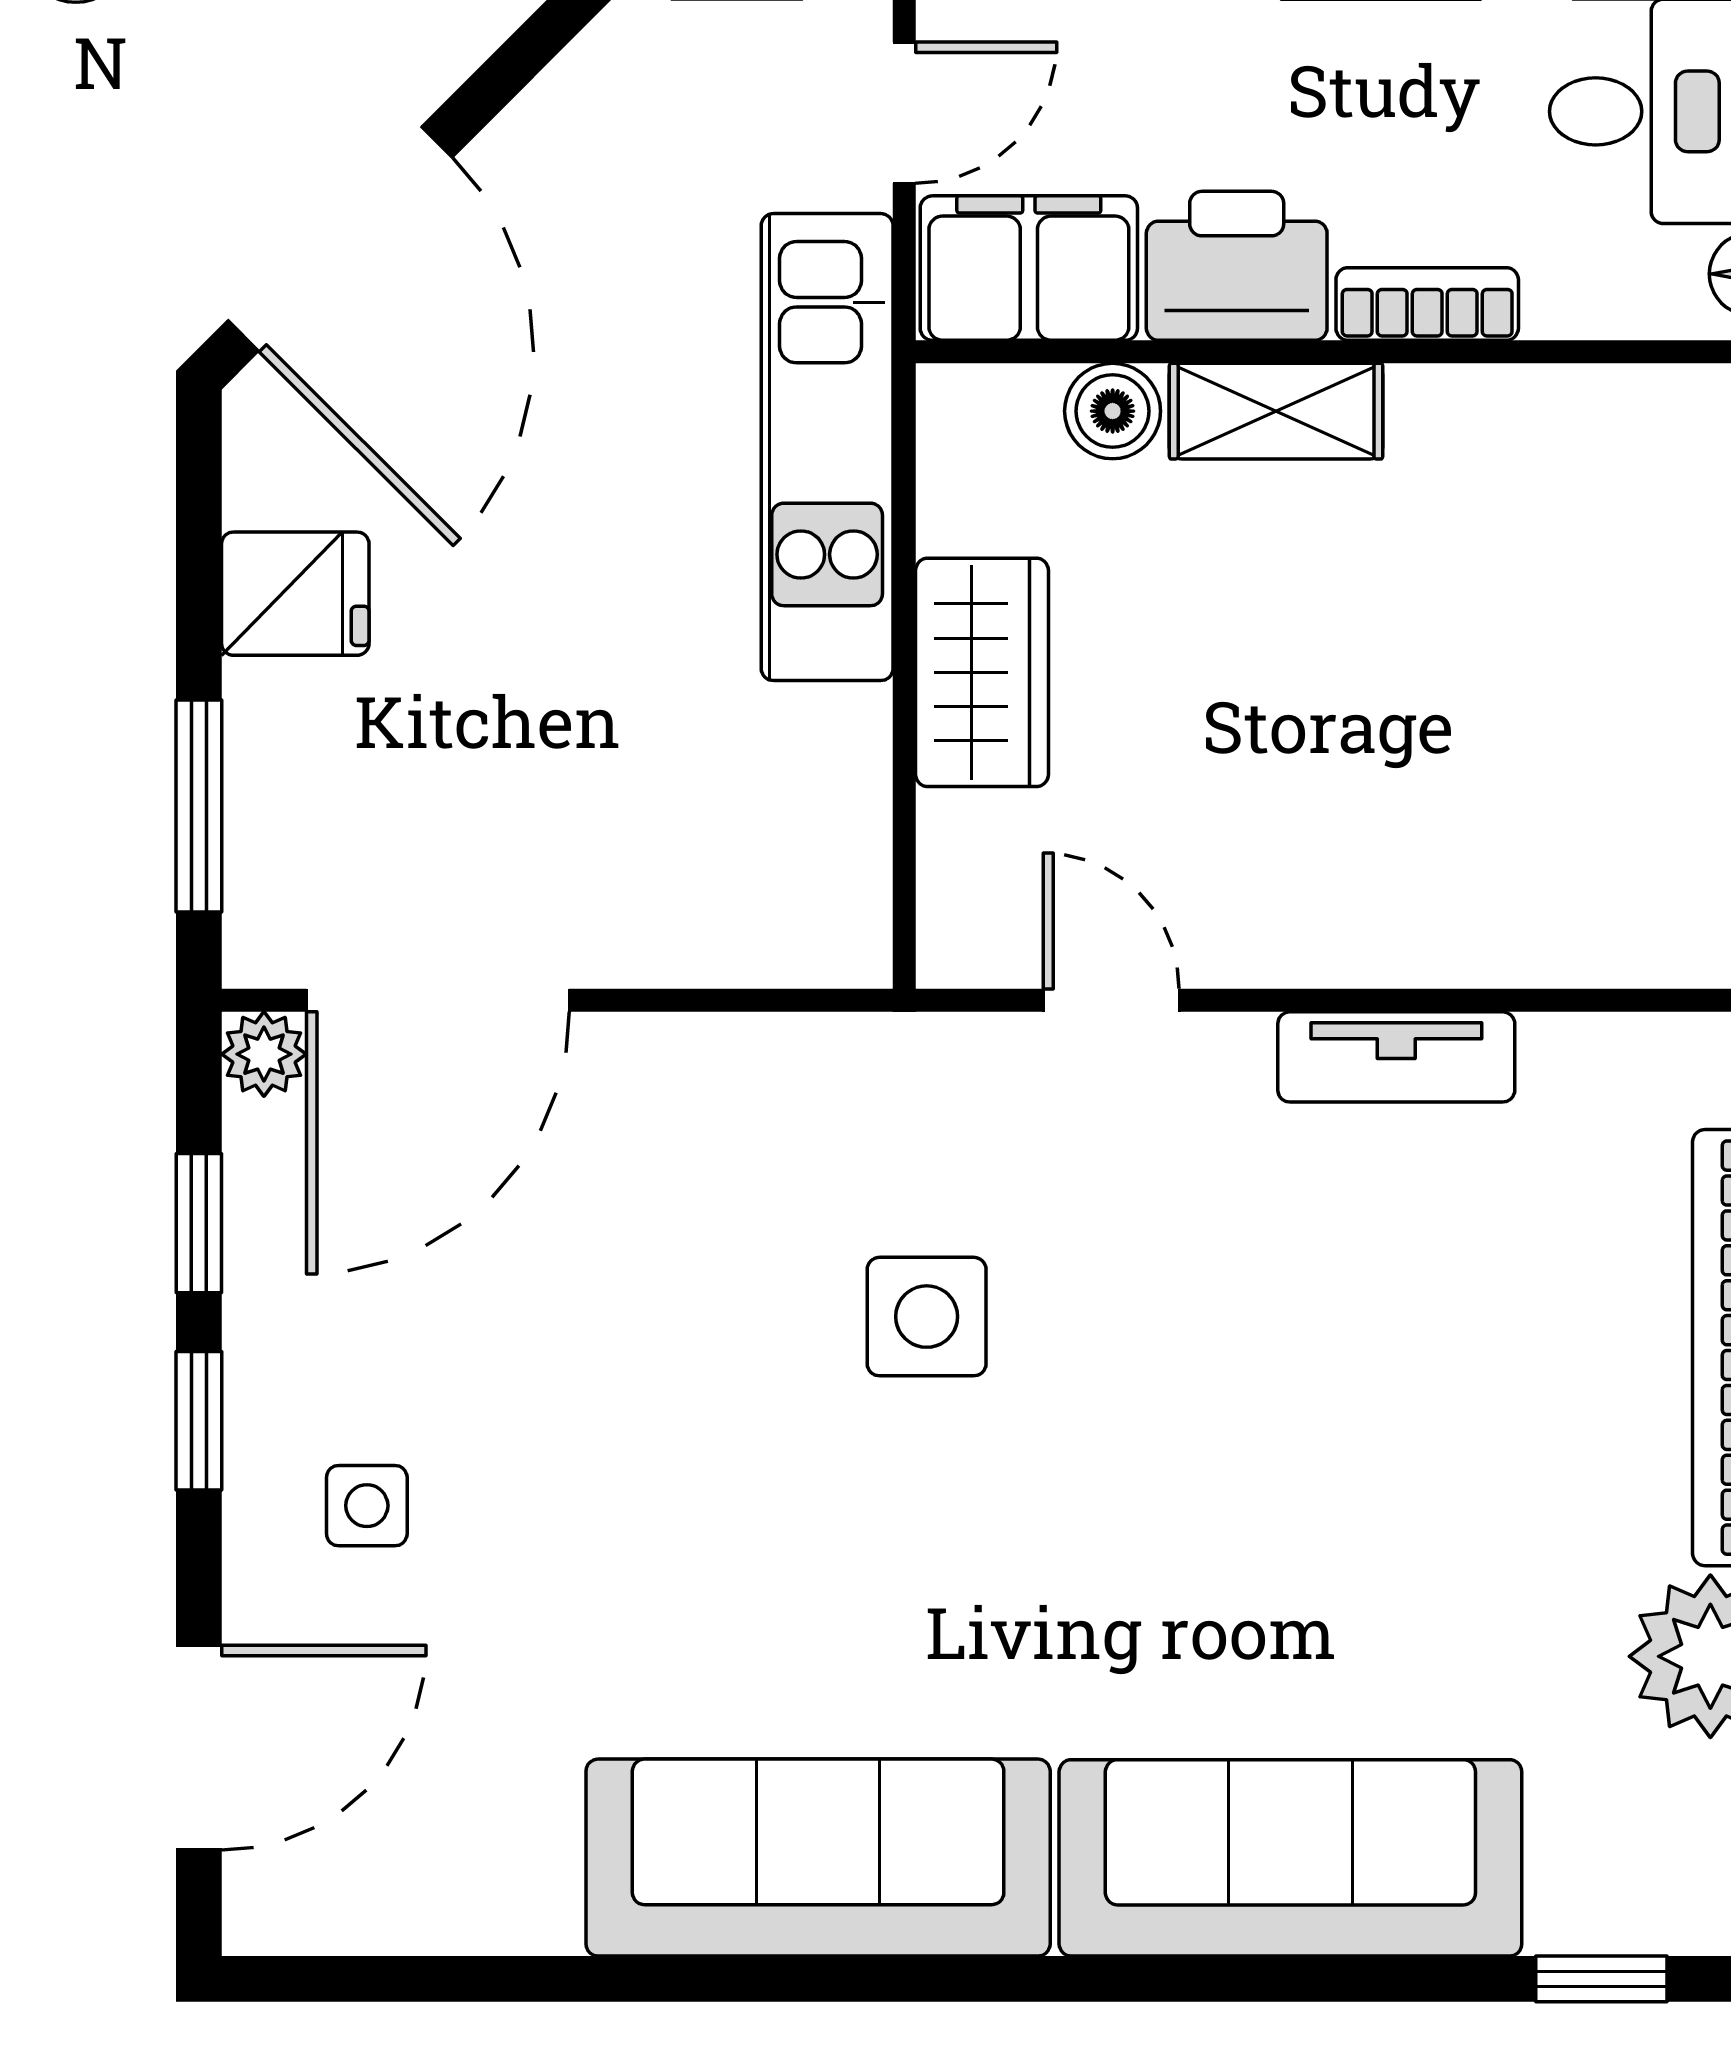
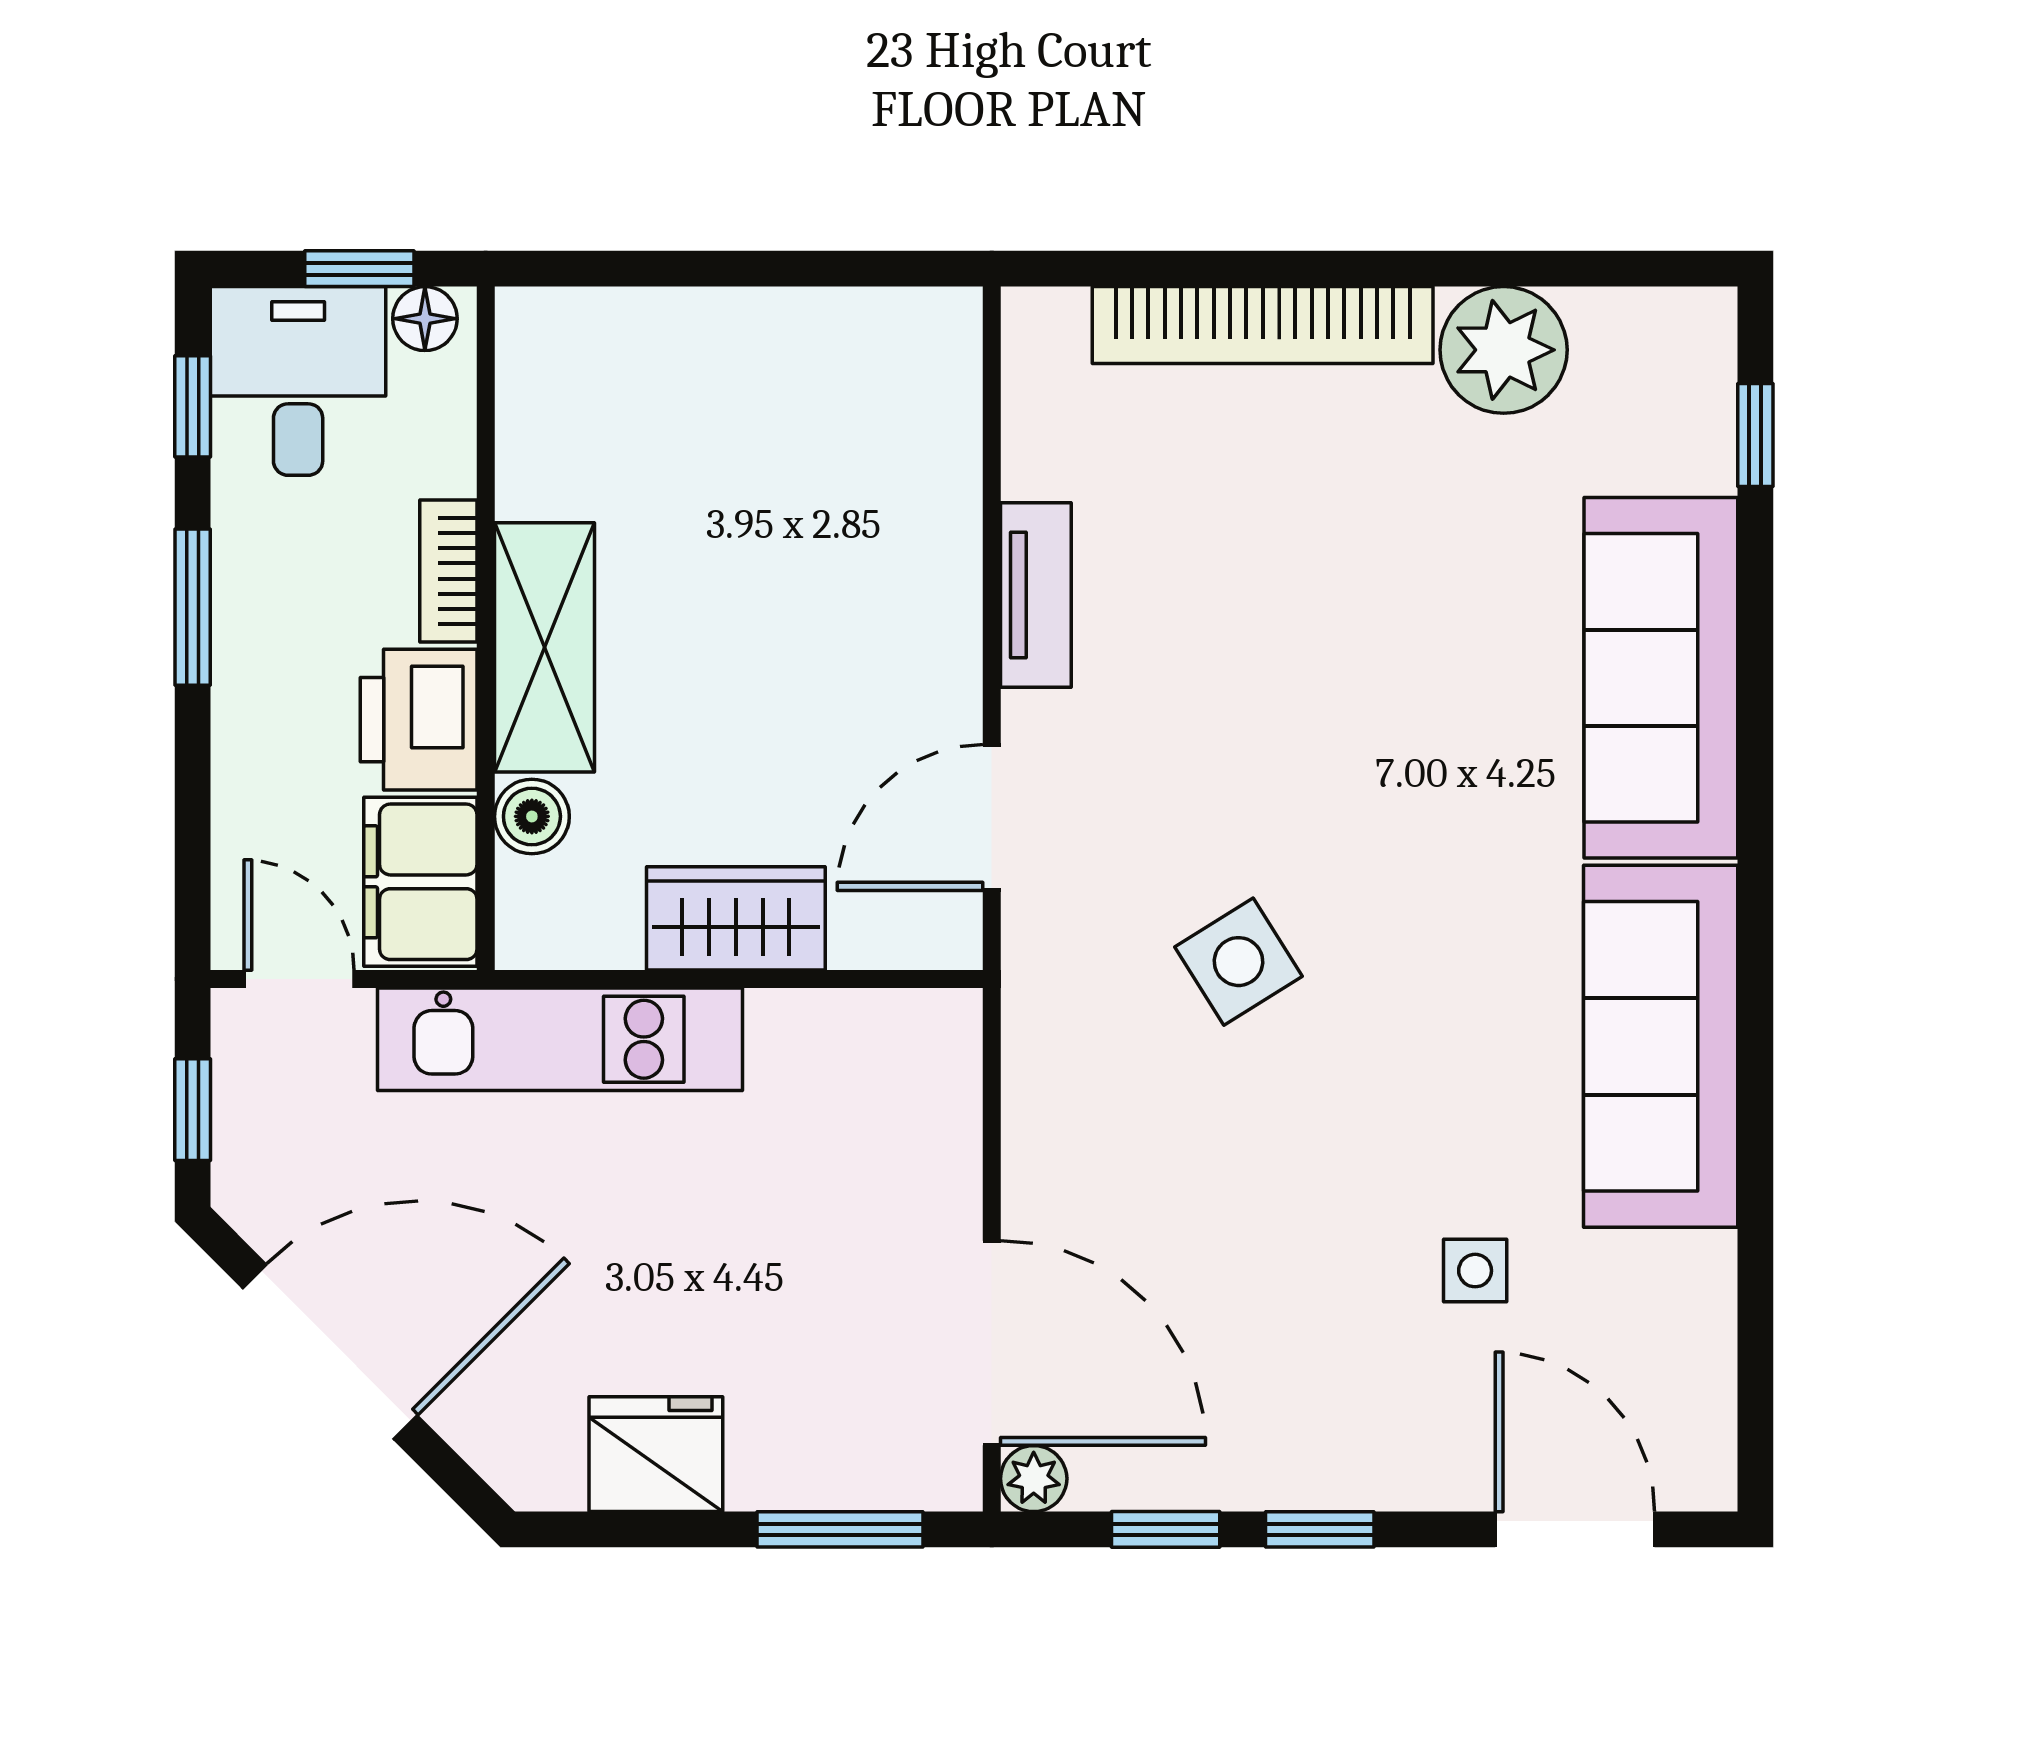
door: (340, 239) -> (330, 1352), moved
shelving: (1276, 411) -> (544, 647), width x1.50, depth x1.33
fridge: (295, 594) -> (656, 1454), width x1.38
door: (1111, 1000) -> (992, 818), width x1.38
side table: (927, 1317) -> (1239, 962), turned -32
side table: (367, 1506) -> (1475, 1271), moved

